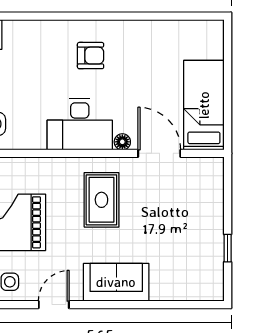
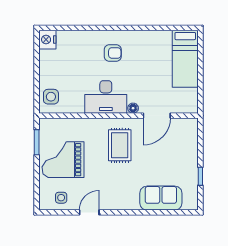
bed: (204, 105) -> (185, 59), moved, turned 180
door: (159, 153) -> (157, 116), swing flipped
sofa: (116, 282) -> (161, 198), moved

